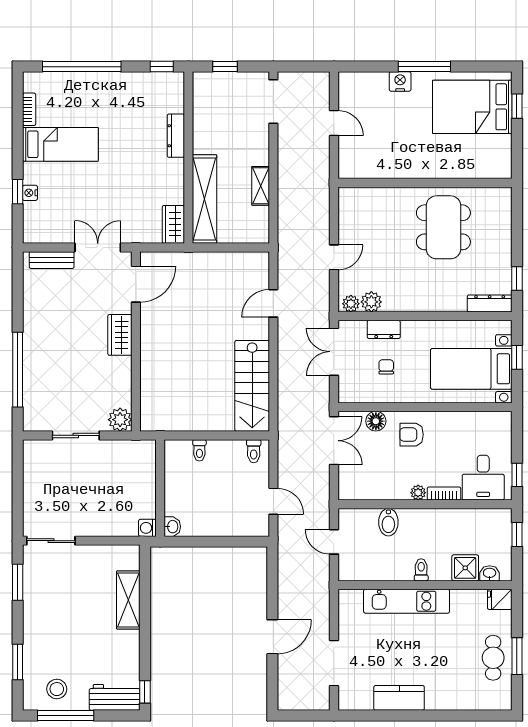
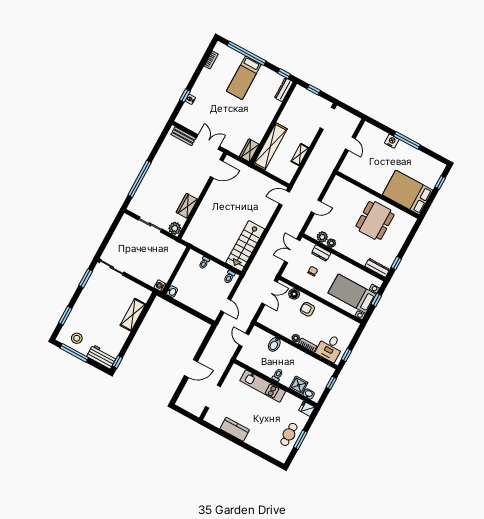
bed: (472, 107) -> (408, 193), moved
dresser: (176, 136) -> (284, 90), moved
bed: (60, 144) -> (244, 78), moved, turned 90
door: (273, 303) -> (284, 198), moved
plant: (351, 304) -> (331, 243), moved
wardrobe: (120, 335) -> (187, 206), moved

